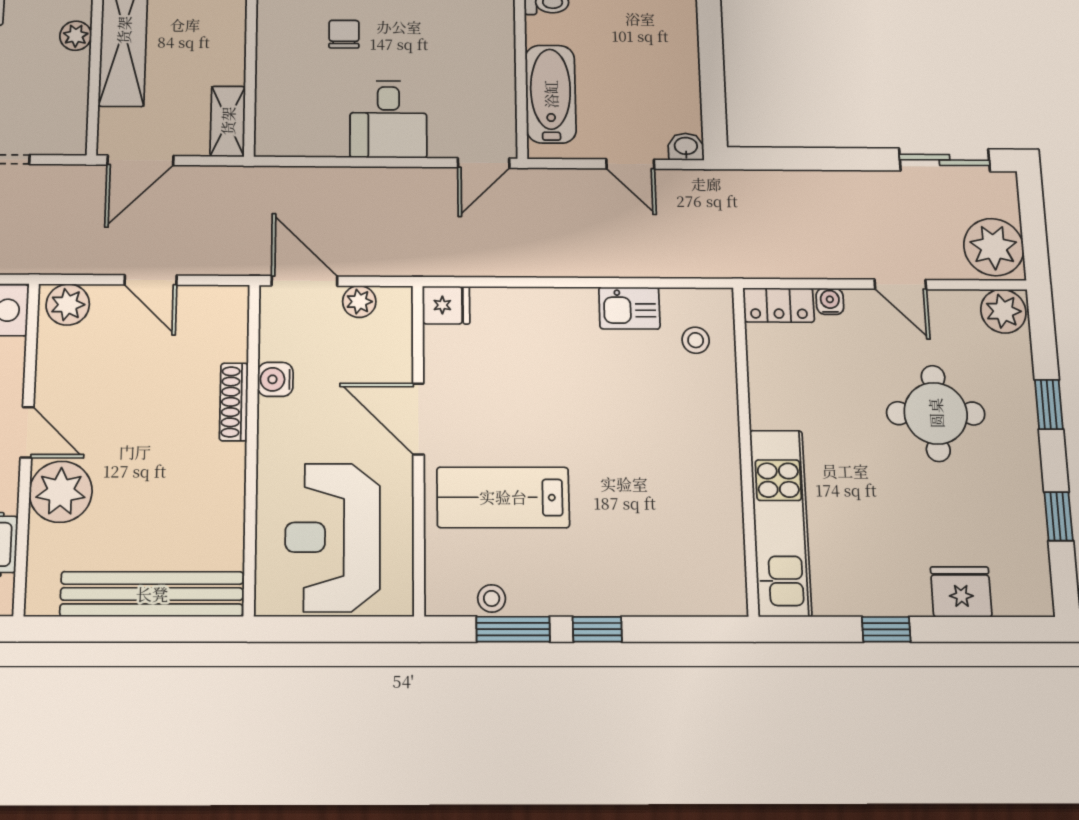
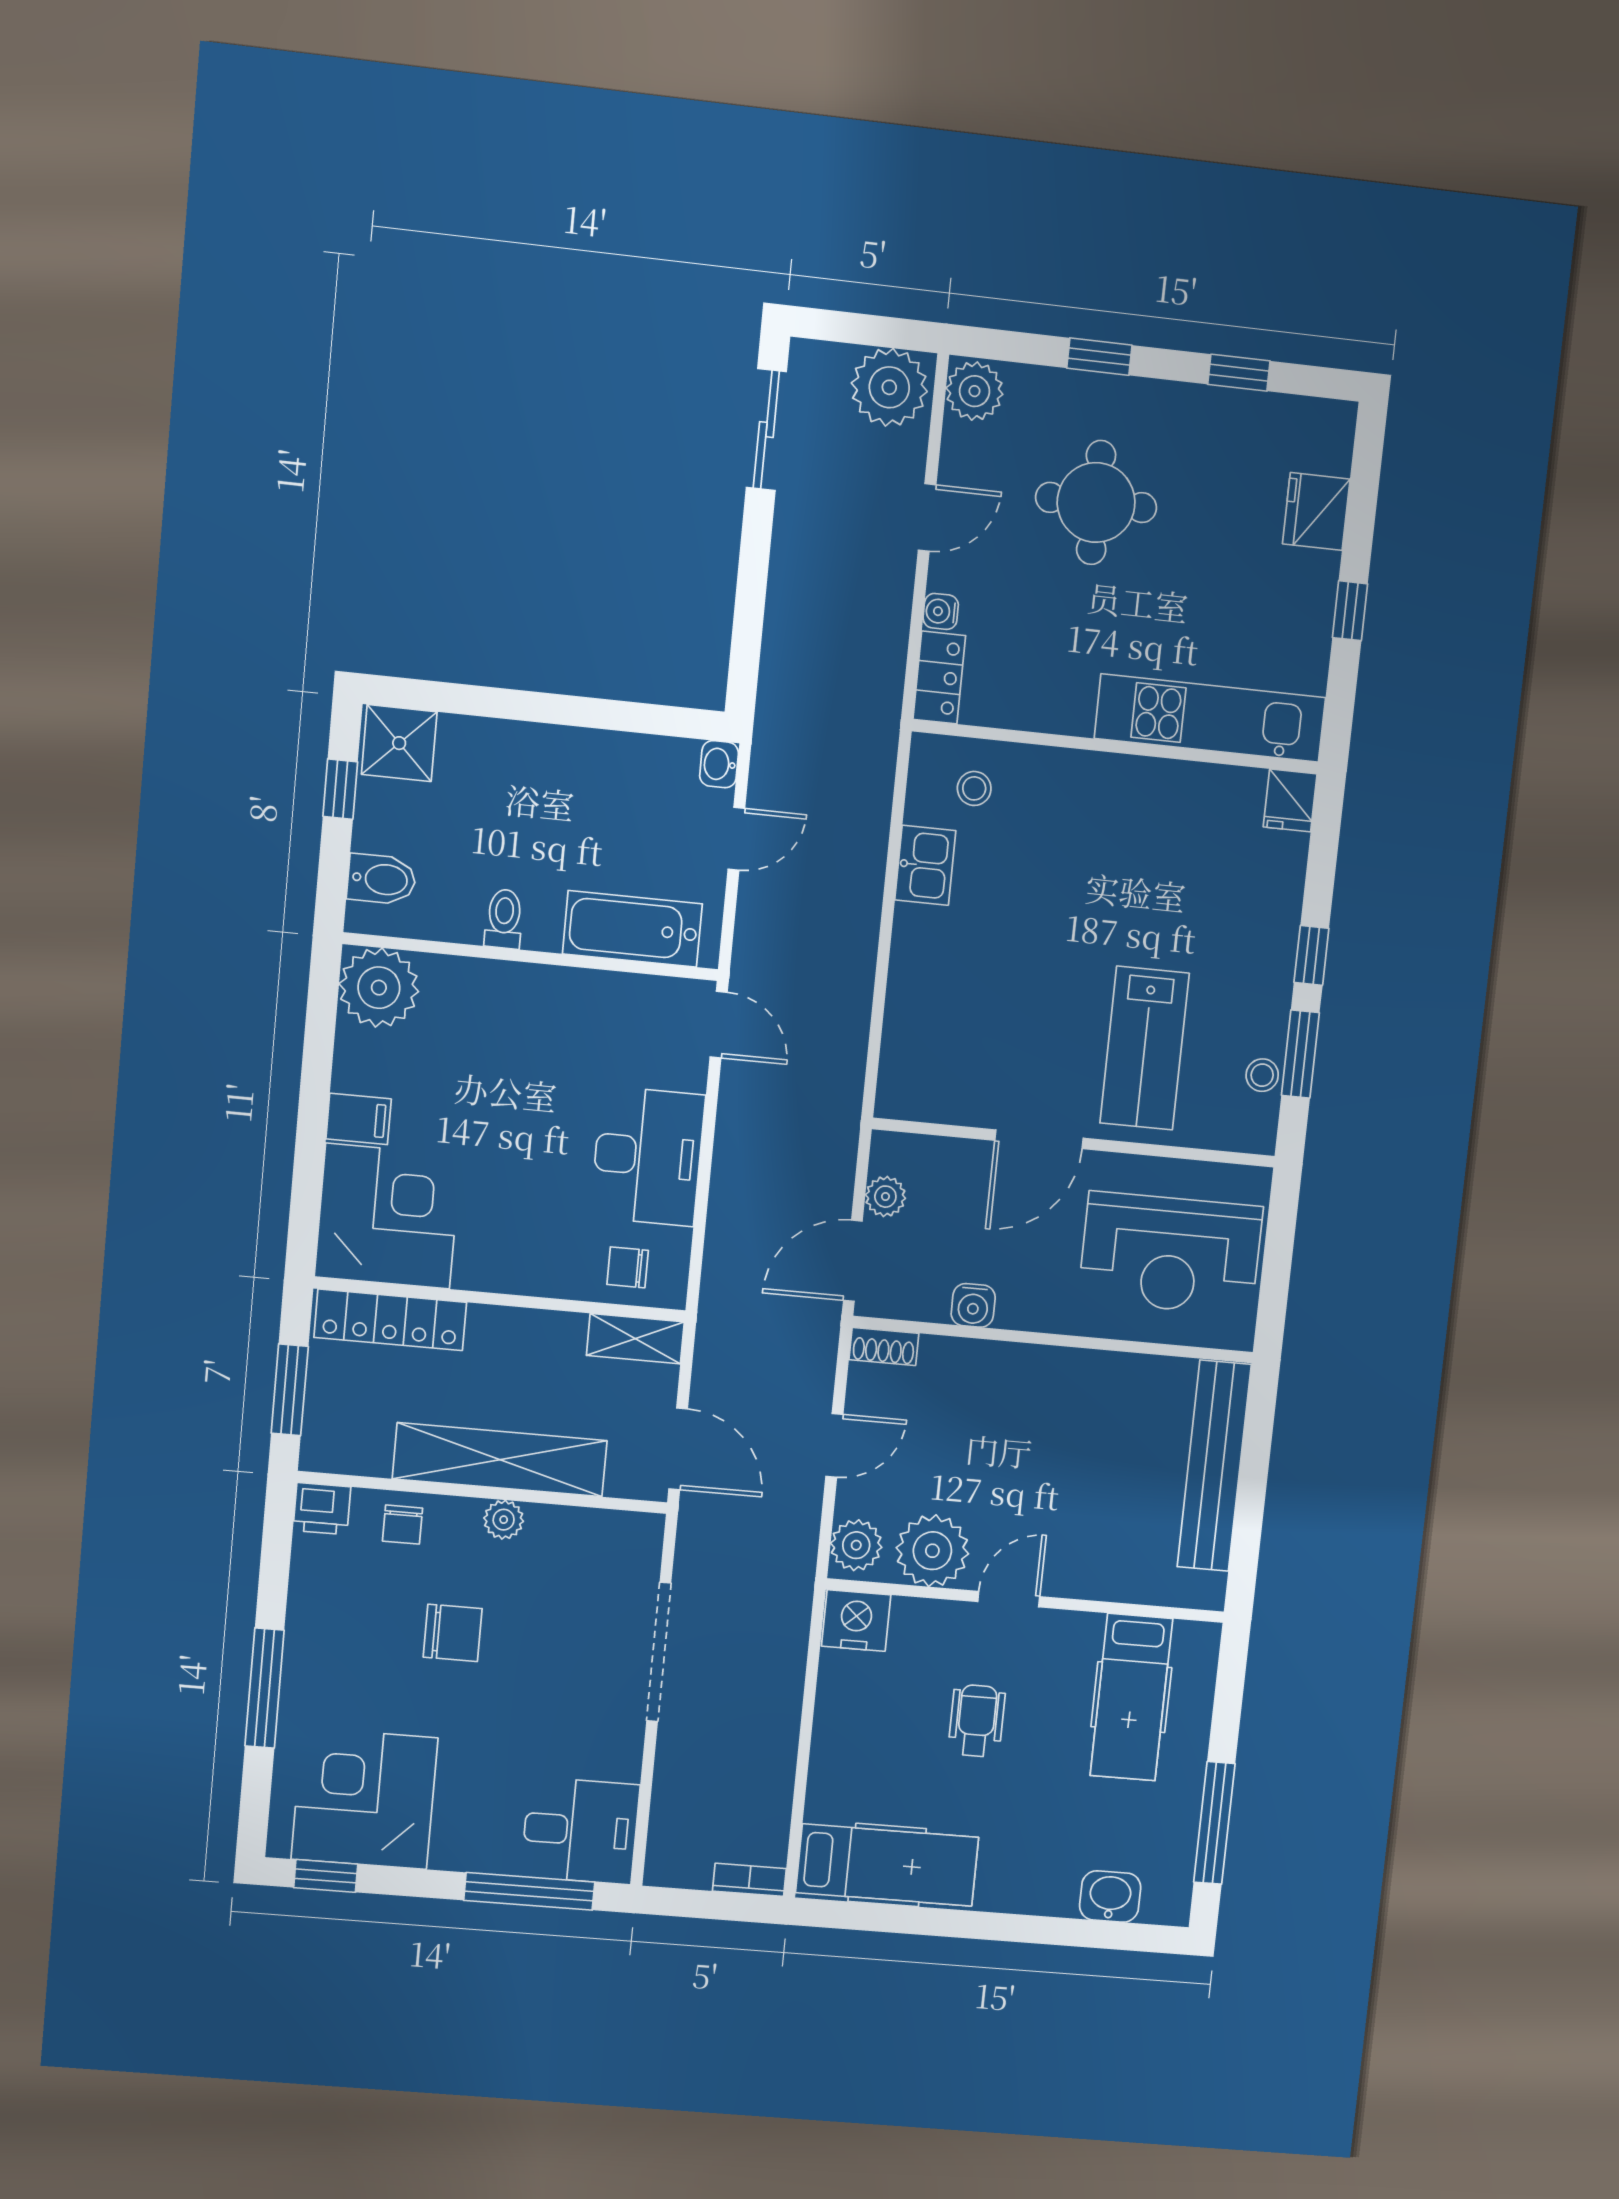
chair: (344, 34) -> (628, 1267), moved
desk: (388, 119) -> (648, 1156), width x1.37
fridge: (446, 305) -> (1290, 800), moved, turned 180
shoe rack: (234, 402) -> (884, 1346), moved, width x0.70
plant: (61, 492) -> (932, 1551), moved

